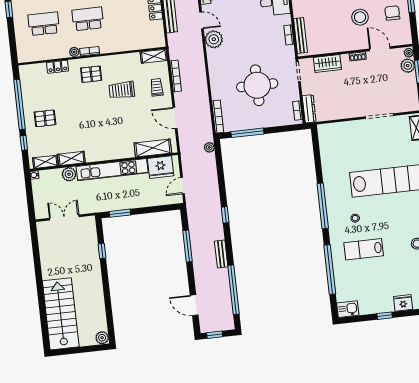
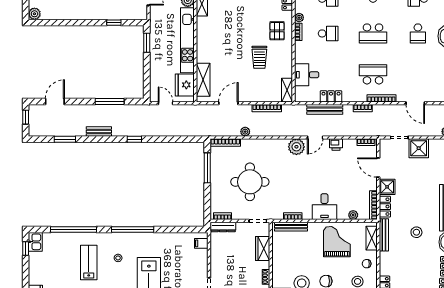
school desk: (88, 19) -> (328, 33), width x0.54
desk: (135, 37) -> (307, 75), added
trolley: (157, 87) -> (258, 90), removed
trolley: (122, 90) -> (259, 57), turned 180
filing cabinet: (329, 130) -> (201, 243), added
plant: (209, 147) -> (245, 132), moved
window: (234, 290) -> (65, 139), width x0.47
window: (385, 316) -> (26, 249), moved

